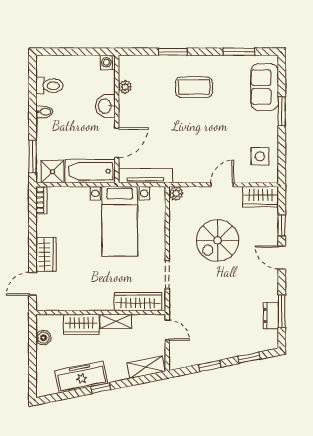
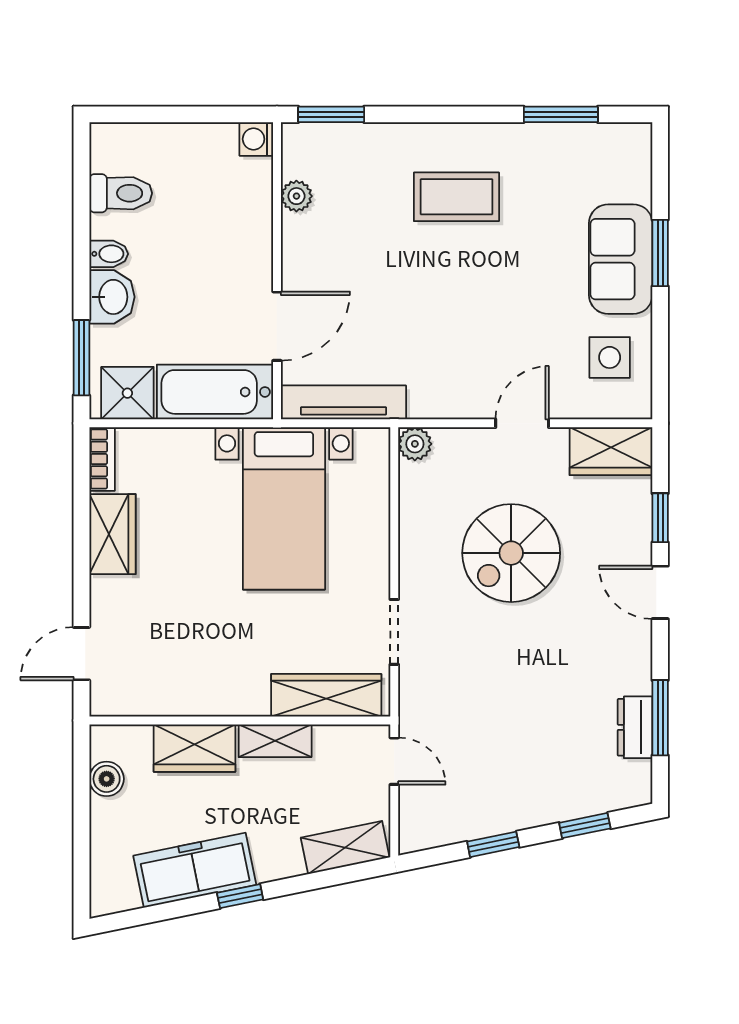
window: (173, 52) -> (331, 114), moved
sofa: (265, 87) -> (621, 259), moved
washbasin: (105, 106) -> (112, 297), moved, turned 180
wardrobe: (46, 254) -> (112, 534), moved

